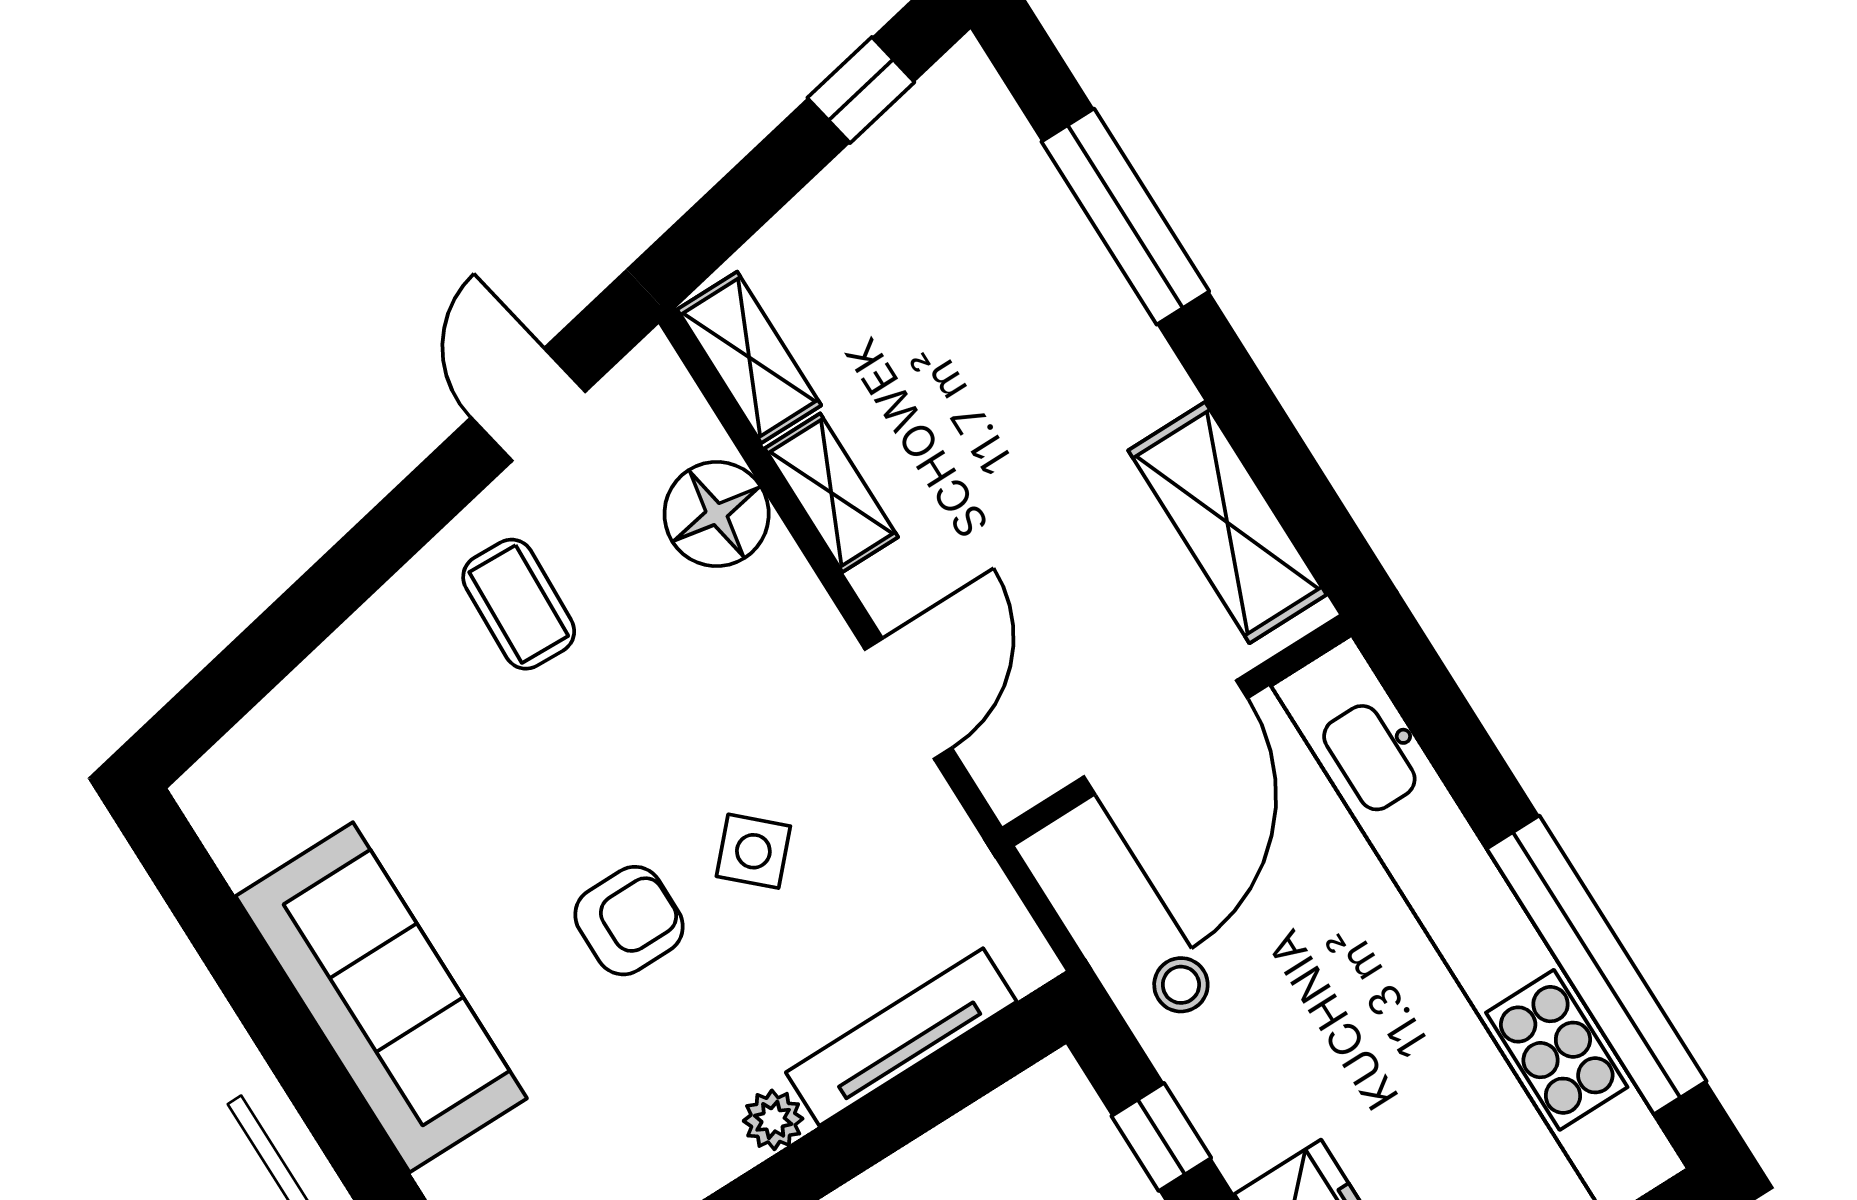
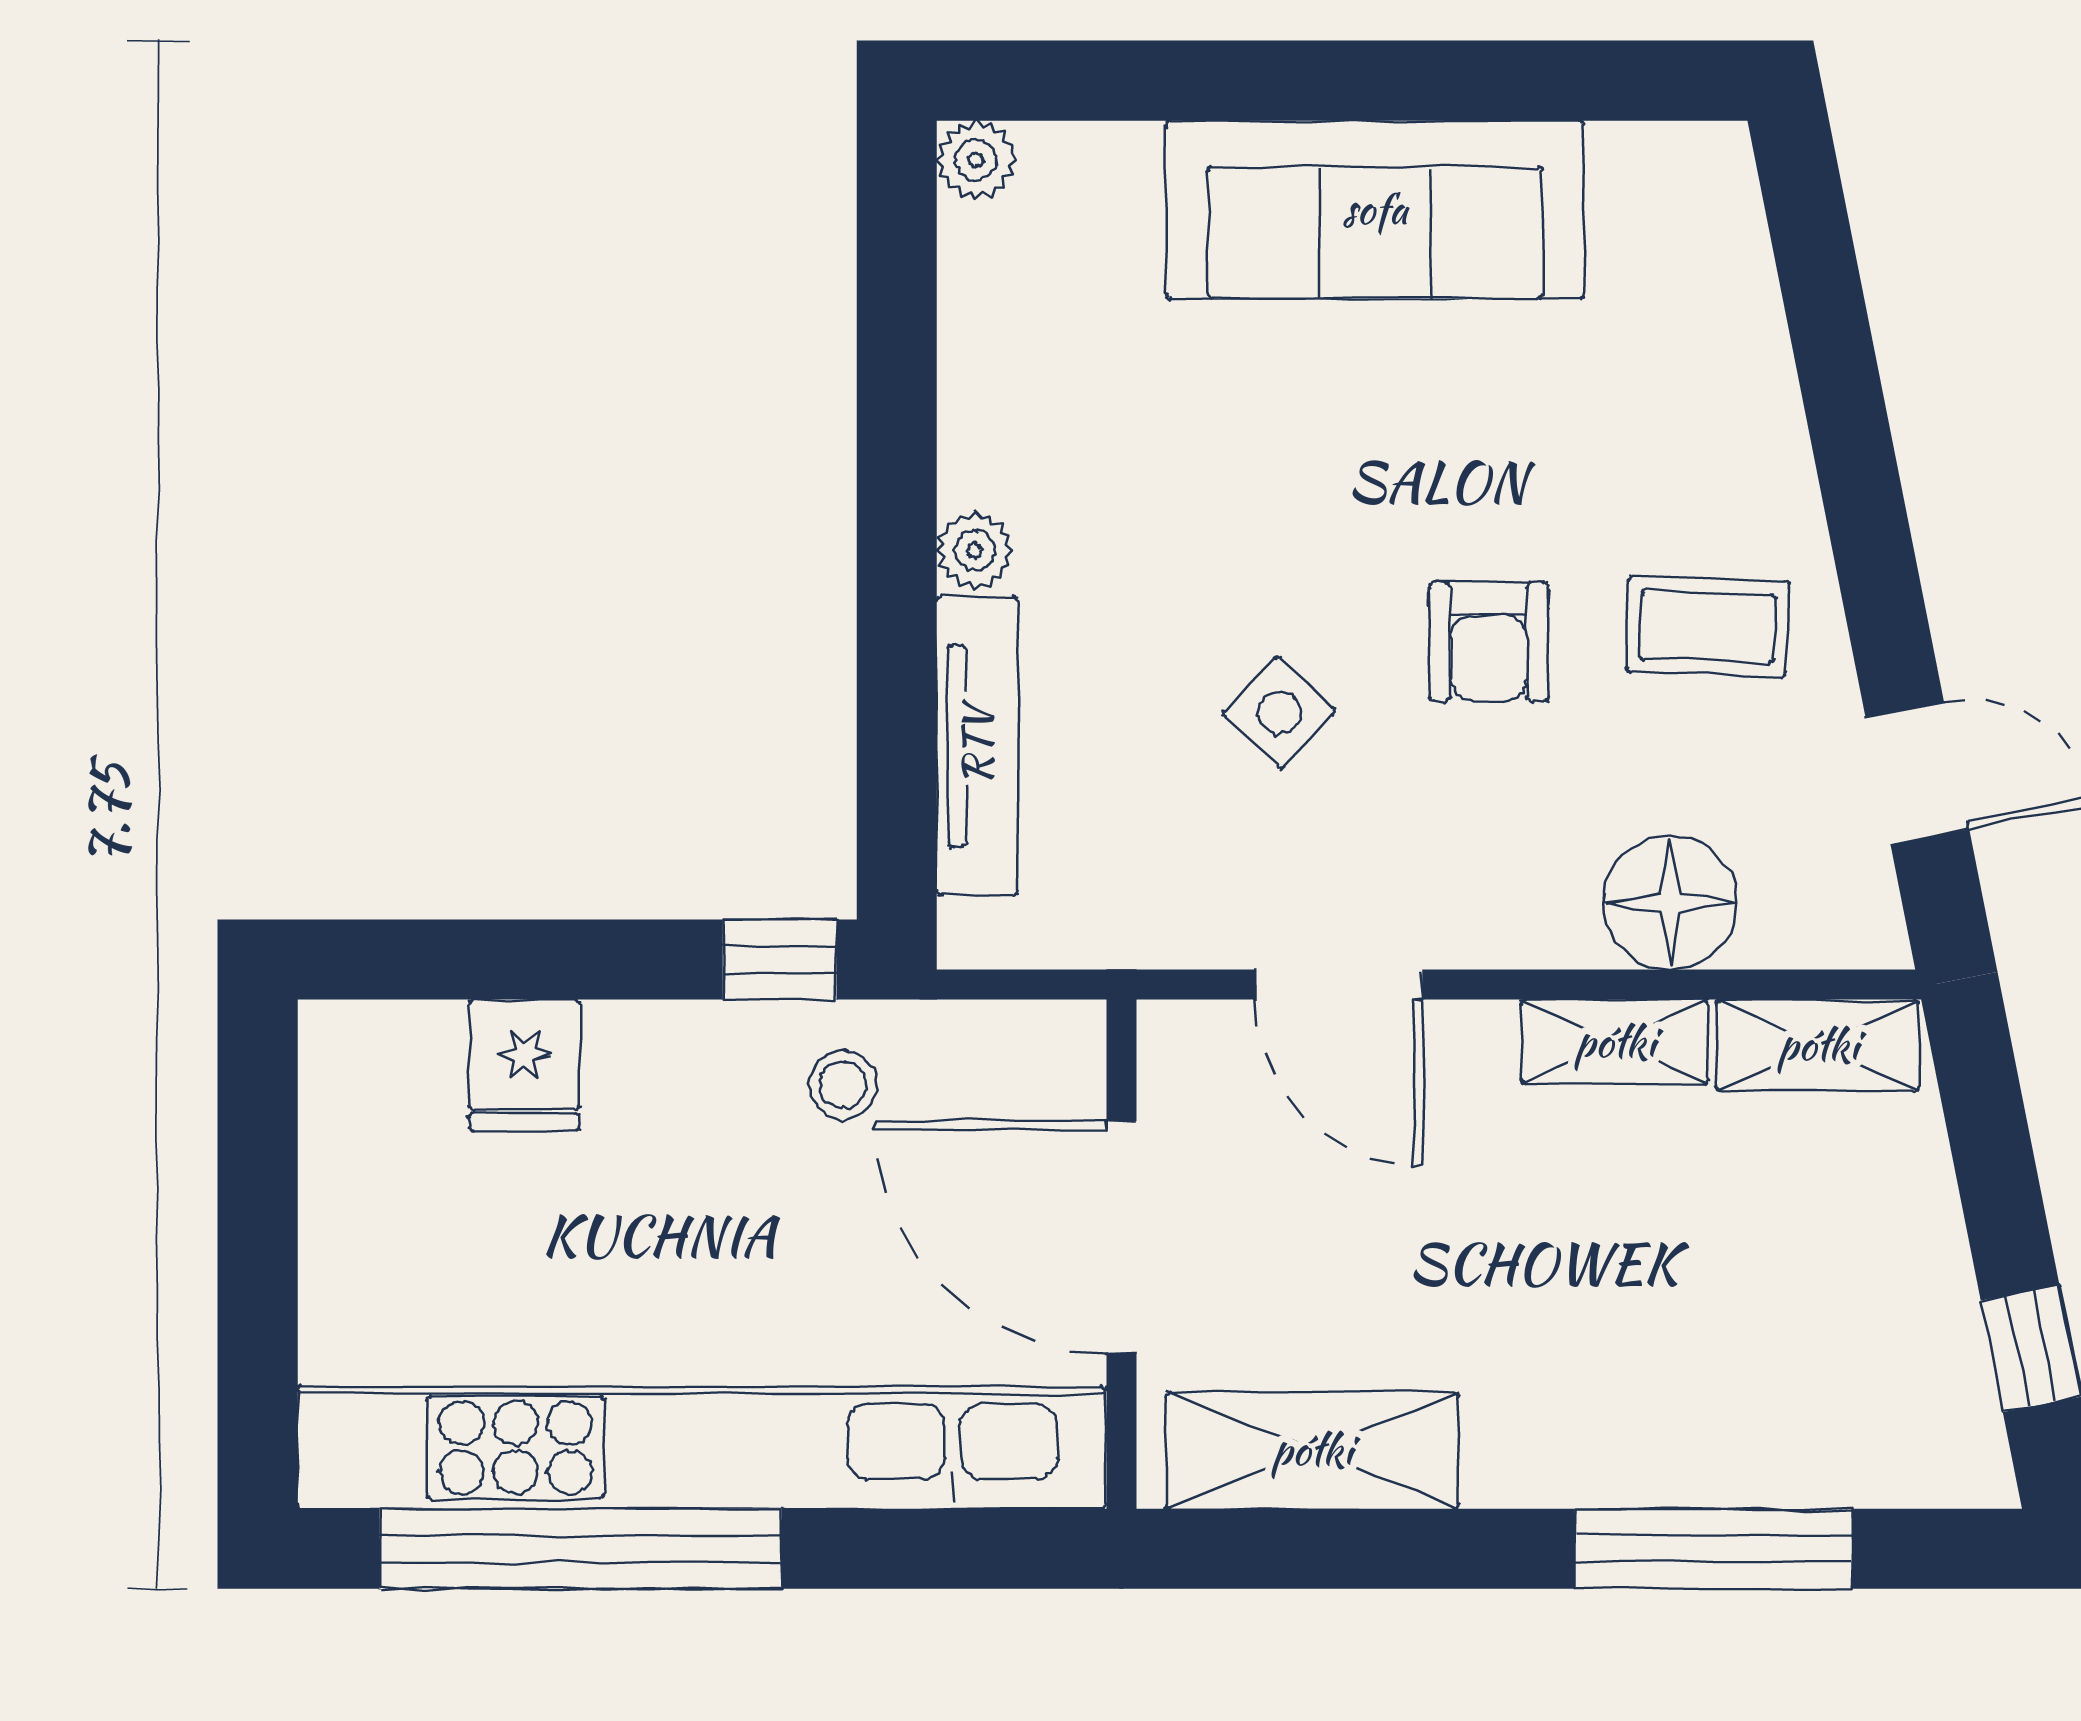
armchair: (629, 921) -> (1489, 641), moved
window: (1161, 1137) -> (780, 960), moved

